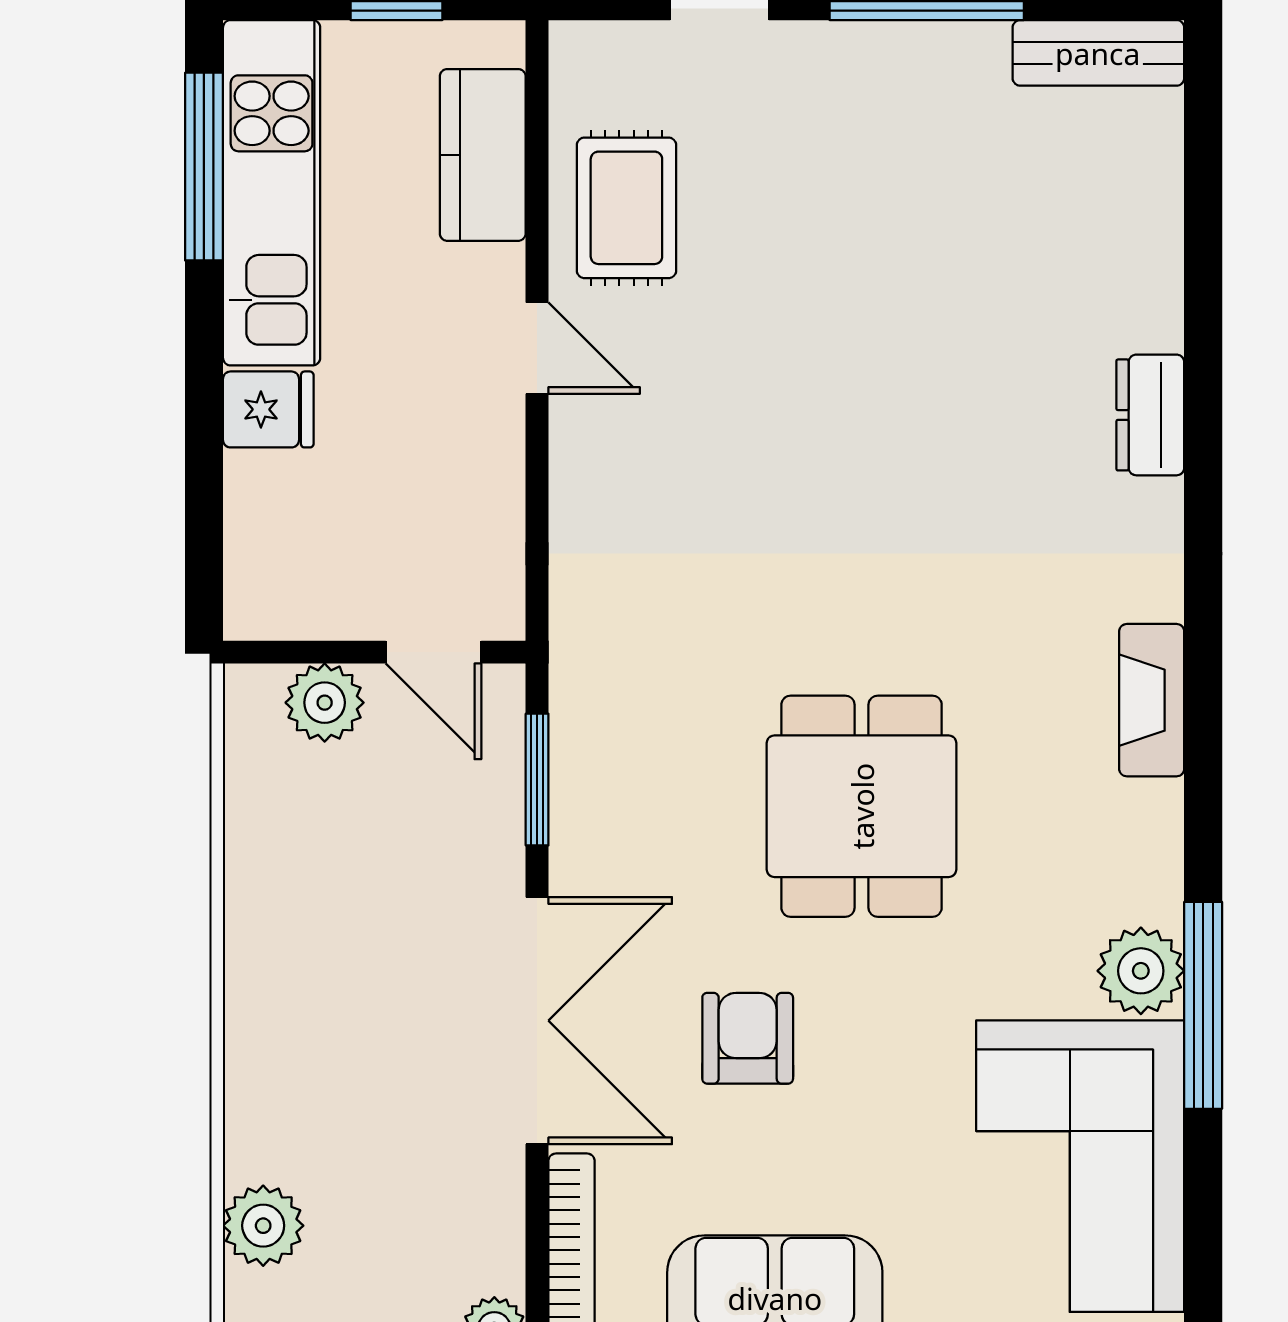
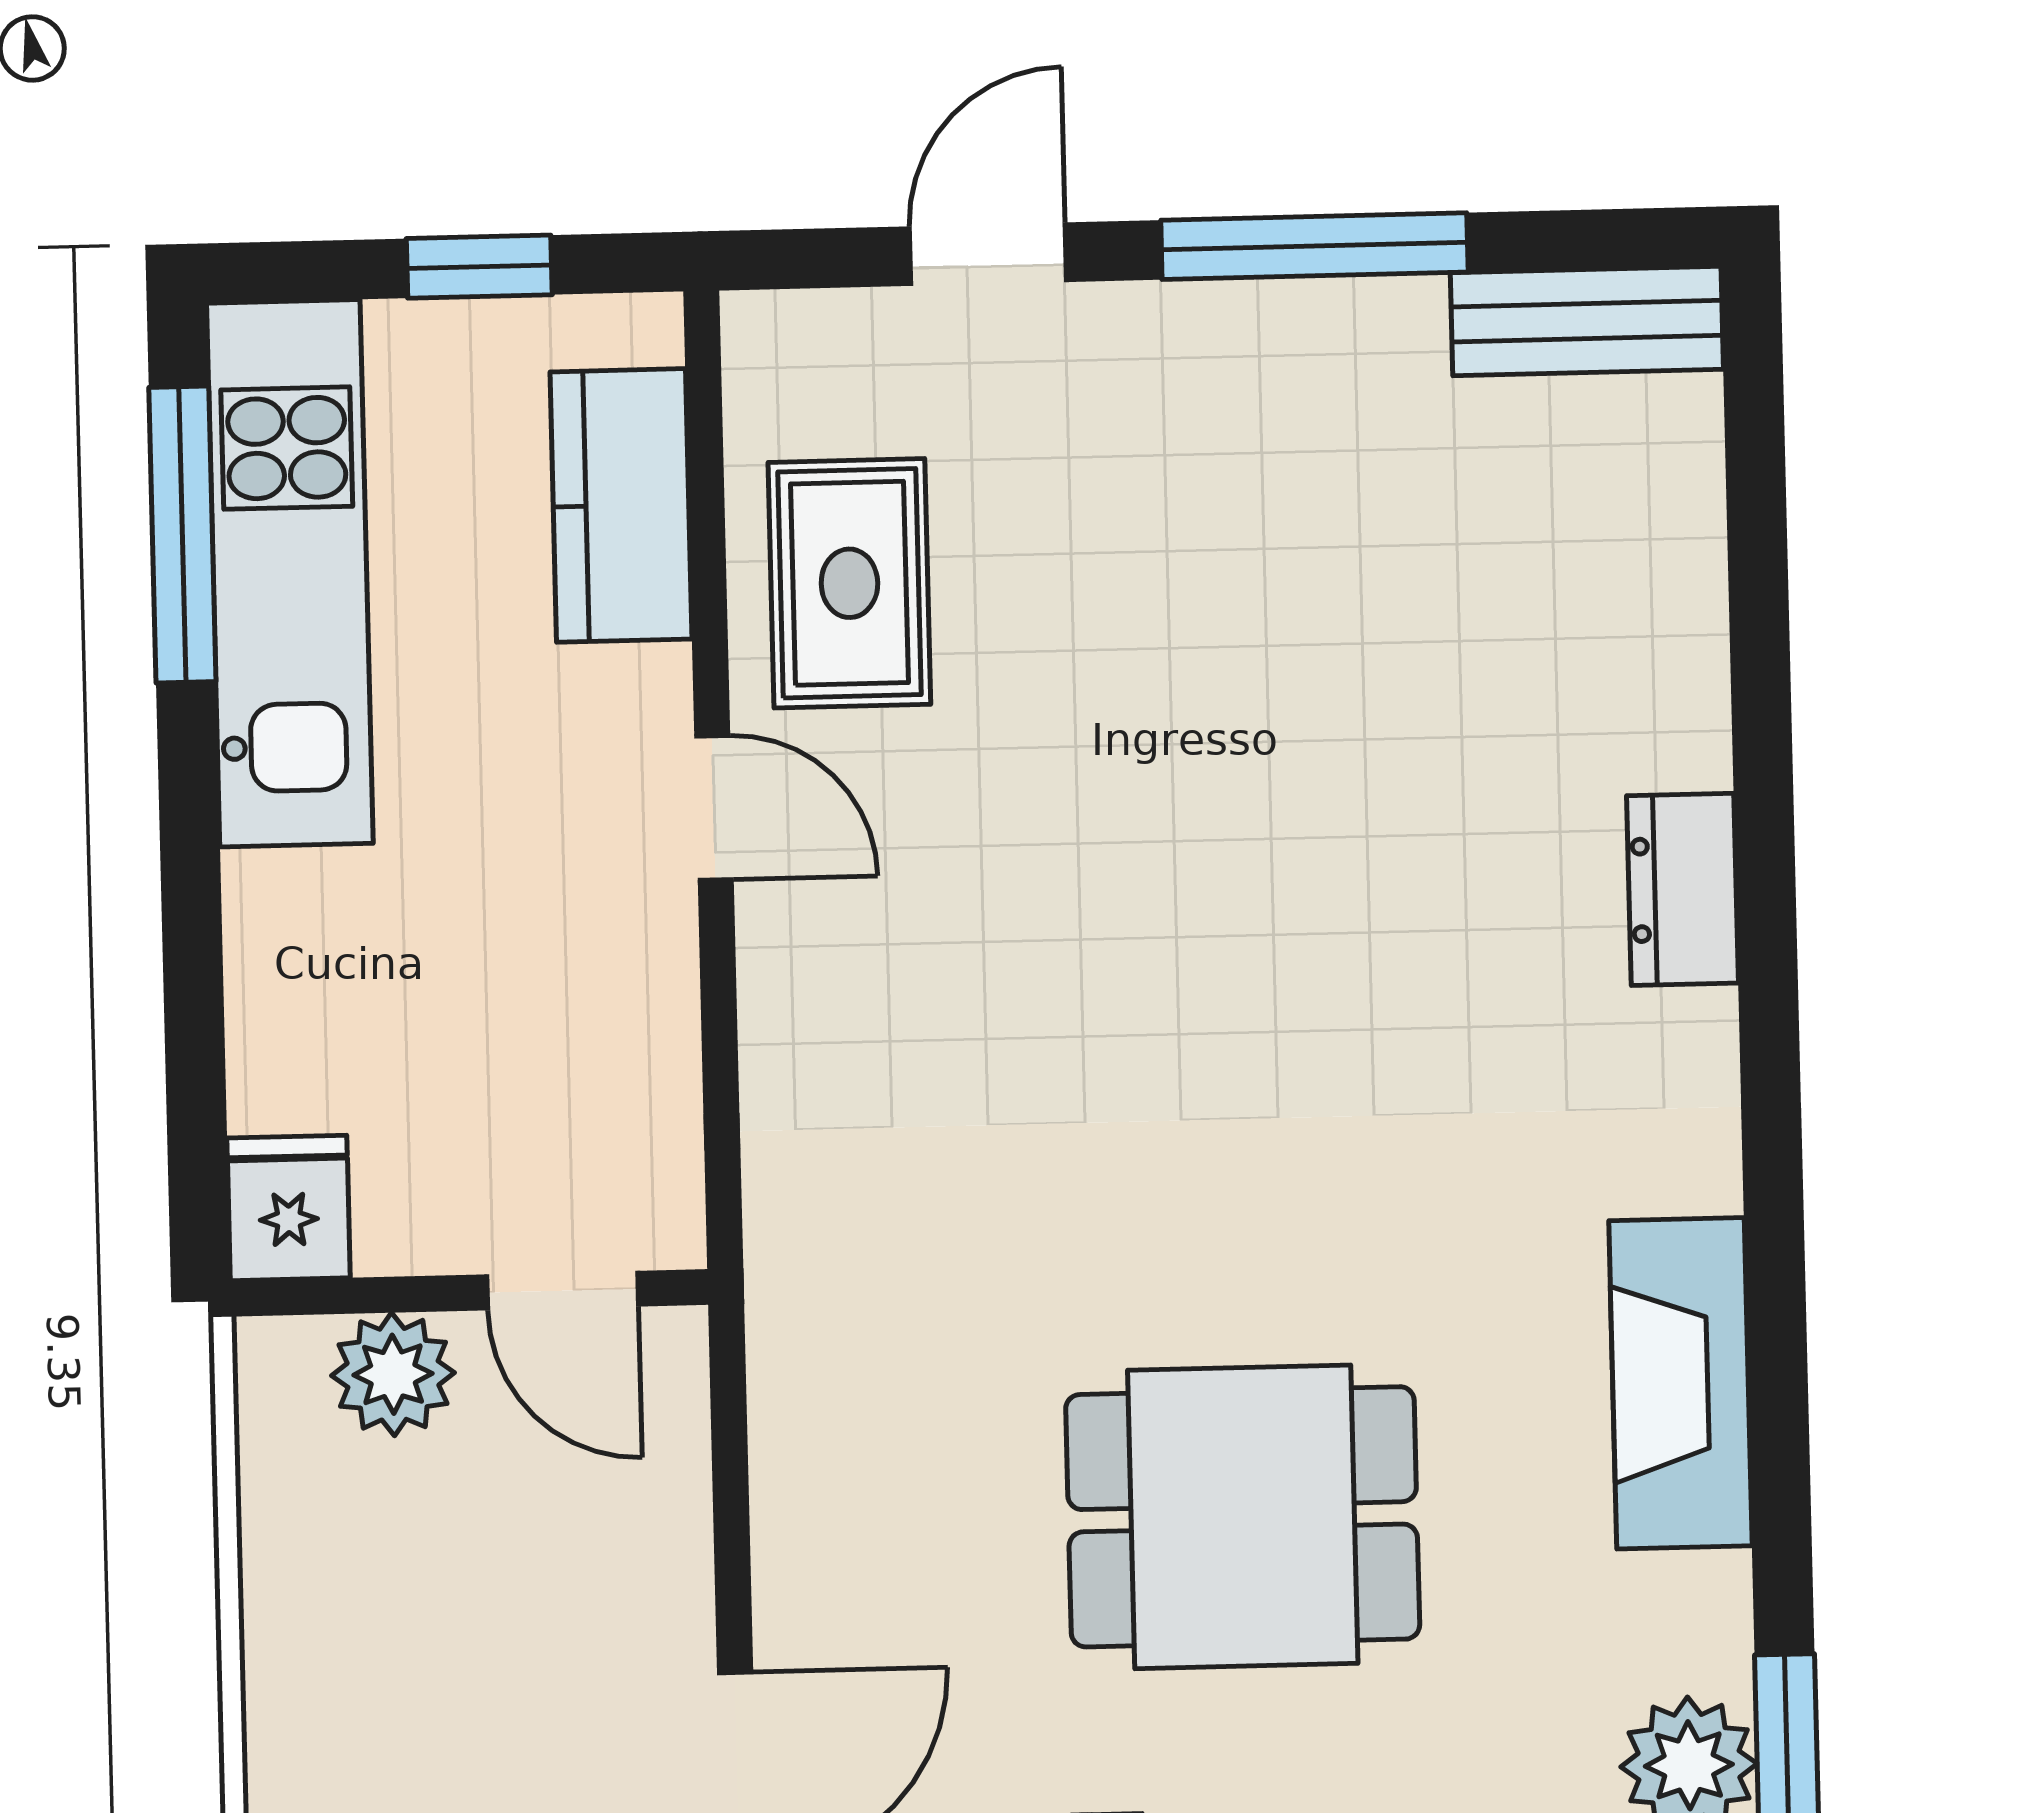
fridge: (268, 409) -> (289, 1208), moved, turned -90
fireplace: (1152, 700) -> (1680, 1383), width x1.37, depth x1.32
window: (537, 780) -> (731, 1487), removed
dining table: (862, 806) -> (1243, 1517), turned 90

